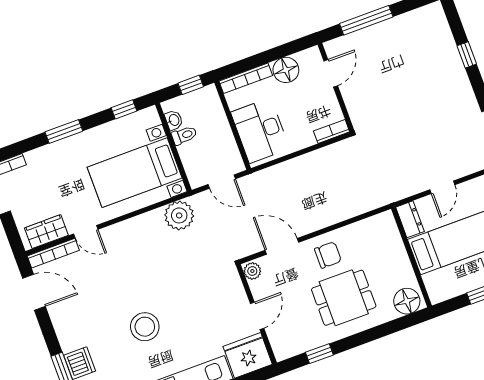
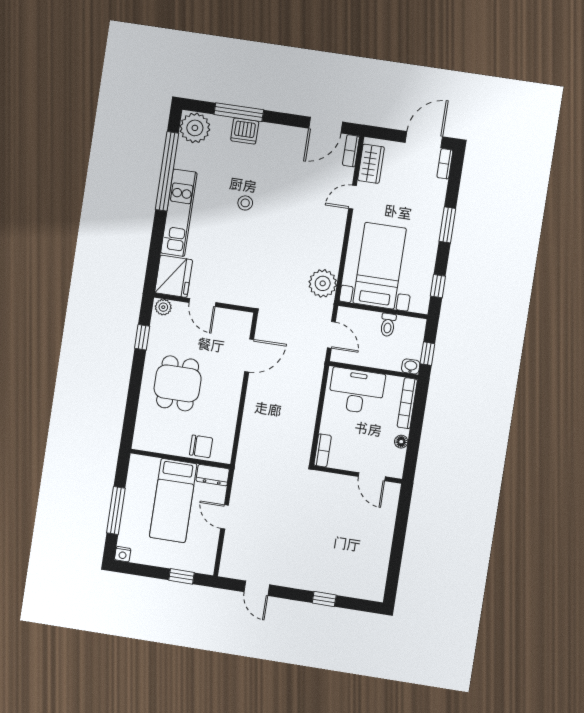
window: (366, 20) -> (400, 531), removed
floor lamp: (286, 70) -> (401, 442), width x0.53, depth x0.53
washbasin: (174, 120) -> (411, 366), moved, turned 180
door: (222, 182) -> (331, 335), swing flipped
bookcase: (53, 253) -> (351, 151), width x0.64
chair: (328, 255) -> (201, 446), moved, turned -90
plant: (252, 271) -> (163, 307), moved
floor lamp: (407, 301) -> (146, 435), removed
stool: (145, 327) -> (245, 203), width x0.53, depth x0.53

